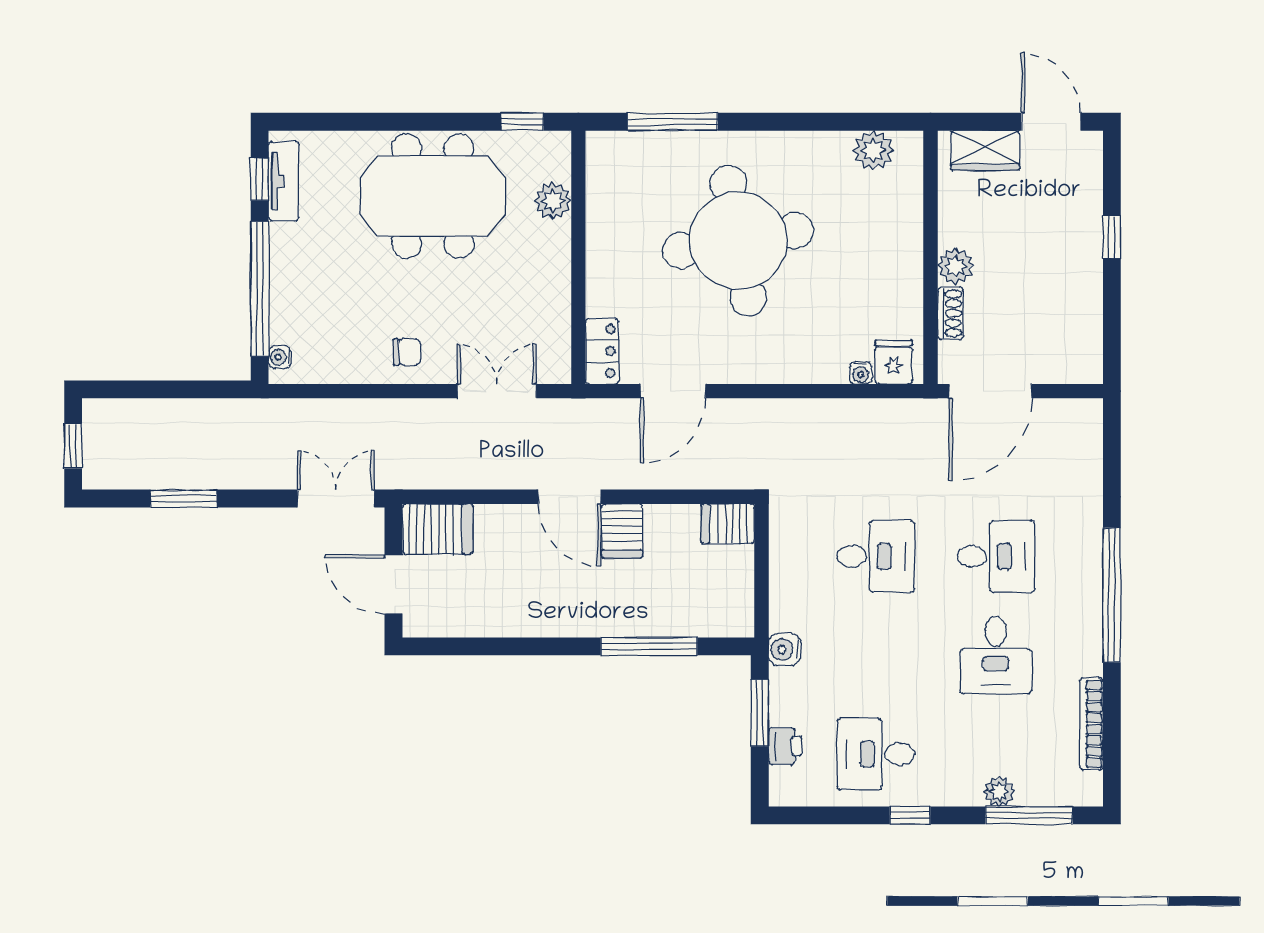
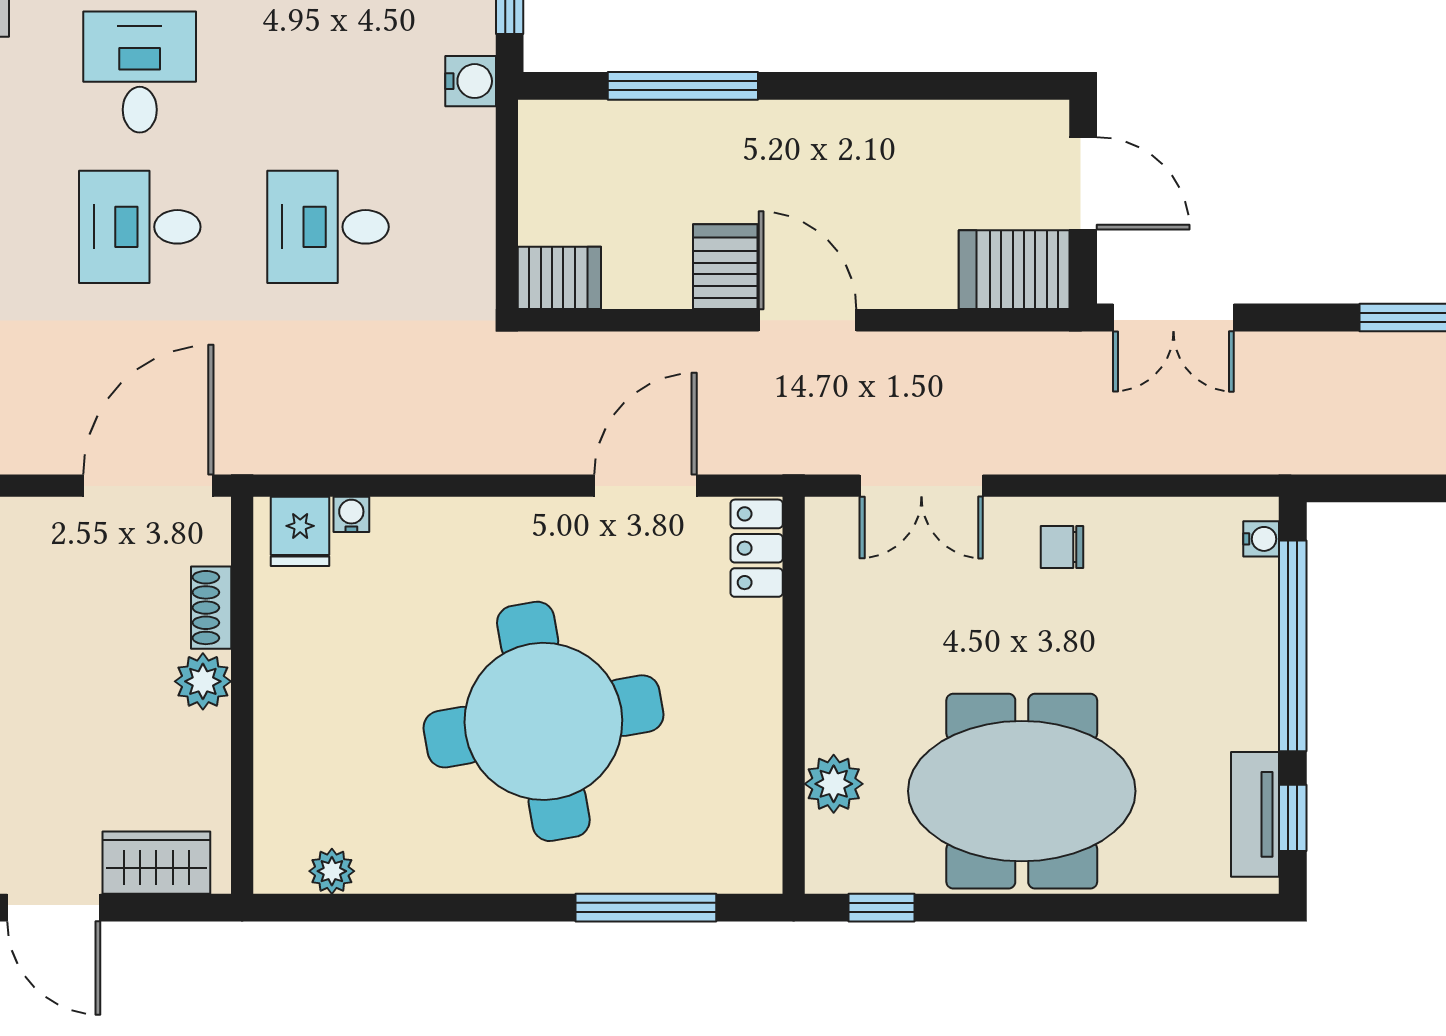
plant: (873, 150) -> (332, 871), width x0.73, depth x0.73

